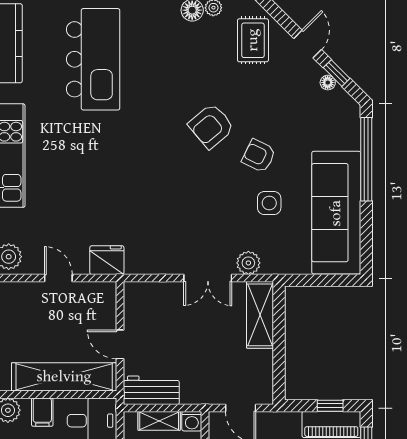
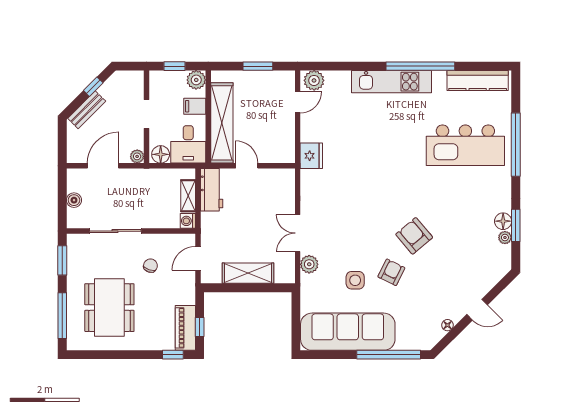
rug: (253, 40) -> (480, 268), removed
window: (337, 73) -> (455, 332), removed
door: (58, 278) -> (298, 102), moved
shelving: (260, 315) -> (248, 273), moved
door: (120, 344) -> (247, 166), hinge flipped

